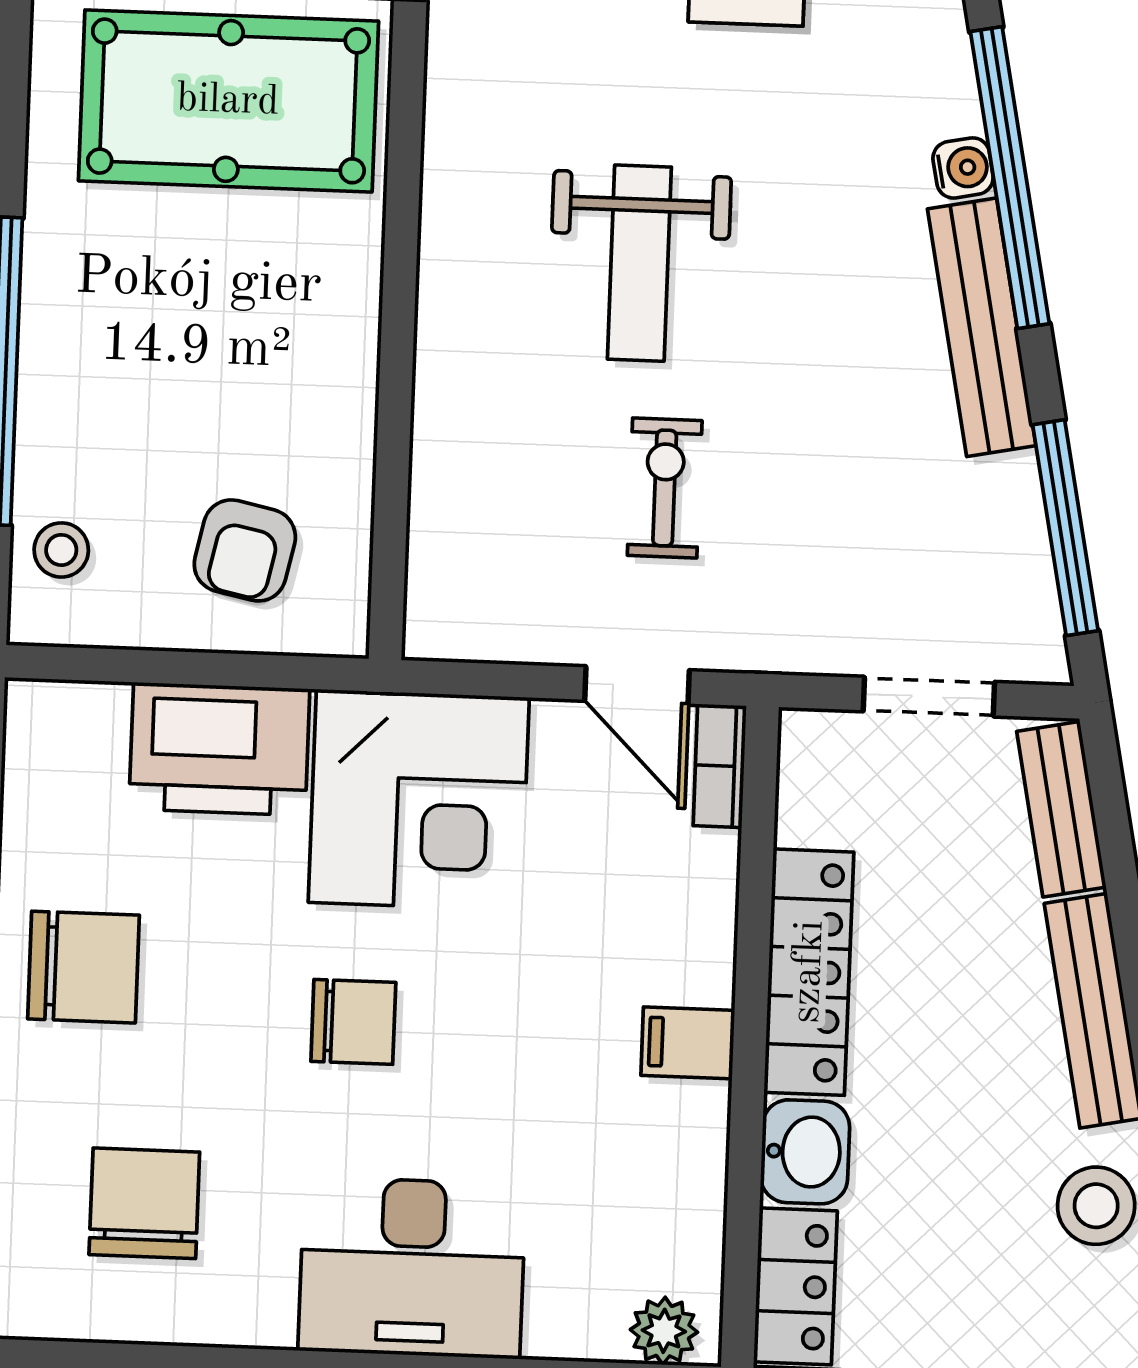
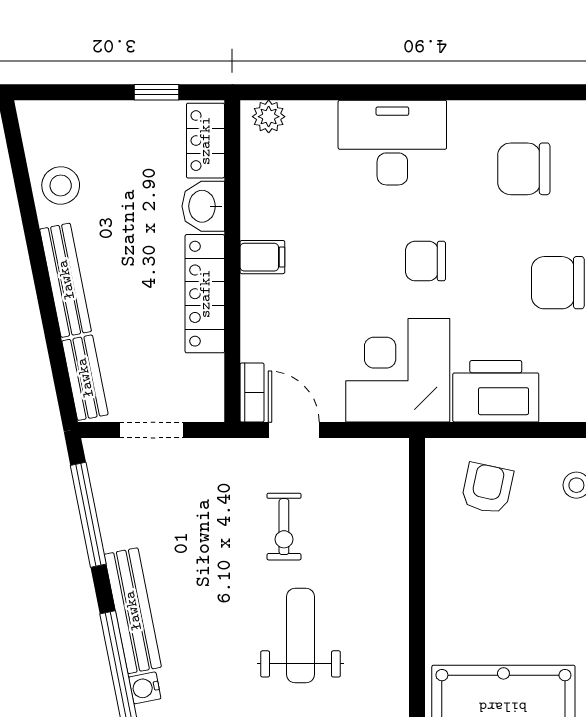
chair: (144, 1203) -> (524, 169), turned 90

